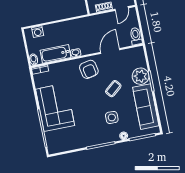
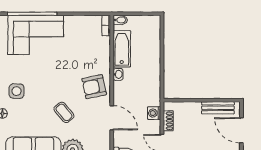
washing machine: (38, 32) -> (154, 113), moved
corner sofa: (55, 107) -> (36, 35), moved
side table: (112, 117) -> (17, 91), moved

